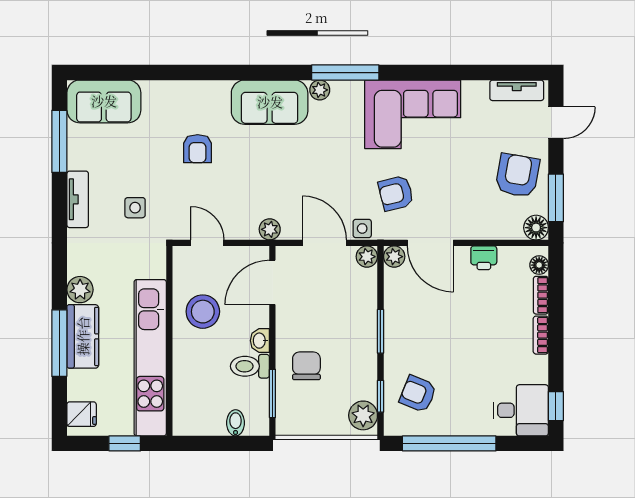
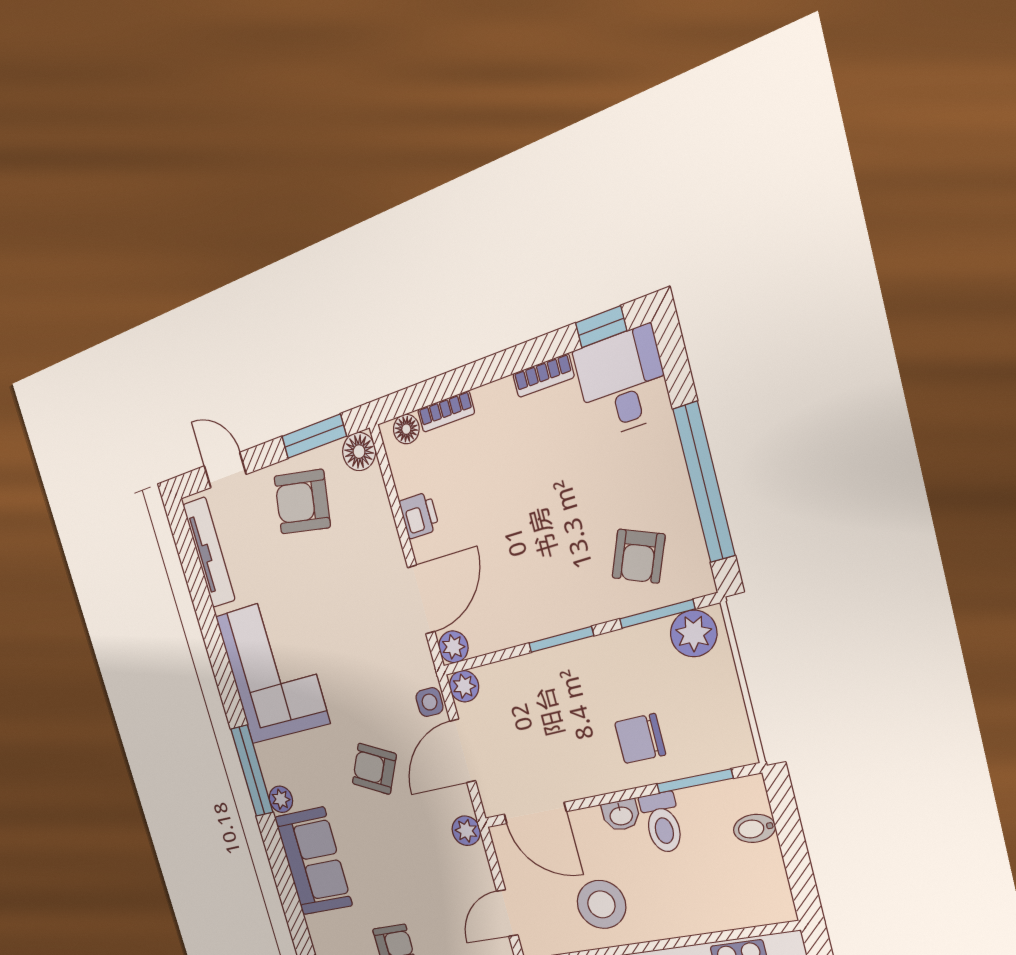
tv unit: (517, 90) -> (209, 552), width x1.41
armchair: (396, 193) -> (374, 769), moved, turned 131
bookcase: (541, 335) -> (543, 376), moved
window: (380, 396) -> (657, 614), width x1.50

